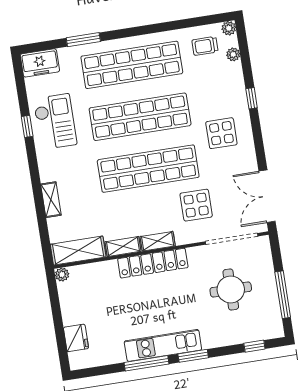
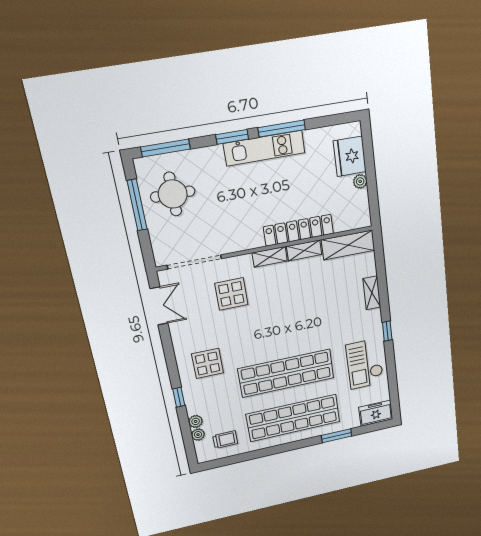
plant: (229, 28) -> (196, 421), moved
window: (27, 126) -> (387, 331), moved
shop shelf: (148, 169) -> (279, 326), removed
double door: (267, 196) -> (159, 306), width x0.73
locker: (153, 263) -> (299, 230), moved
plant: (62, 275) -> (360, 181), moved
round table: (231, 289) -> (173, 194), moved
fridge: (76, 338) -> (350, 156), width x1.36, depth x1.34
window: (254, 346) -> (165, 148), width x2.17

